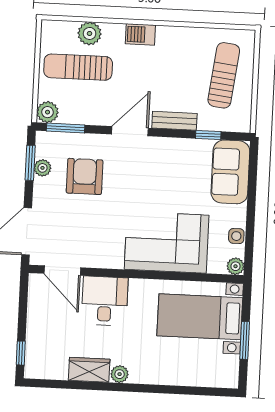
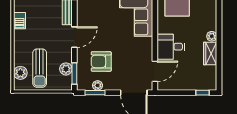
plant: (90, 33) -> (20, 73), moved
barbecue: (140, 34) -> (19, 21), moved
plant: (48, 112) -> (66, 69), moved
door: (130, 131) -> (74, 37), swing flipped

